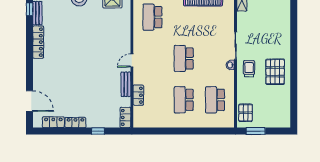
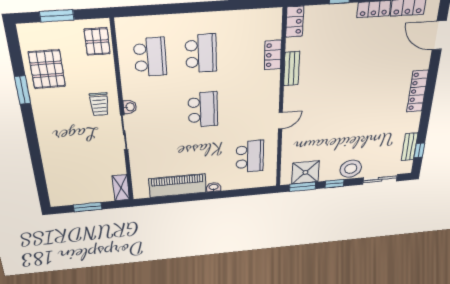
locker: (38, 42) -> (417, 91), moved
door: (132, 60) -> (280, 121), moved
pallet: (275, 72) -> (47, 69), moved
window: (294, 83) -> (23, 90), added
window: (256, 131) -> (57, 16), moved

